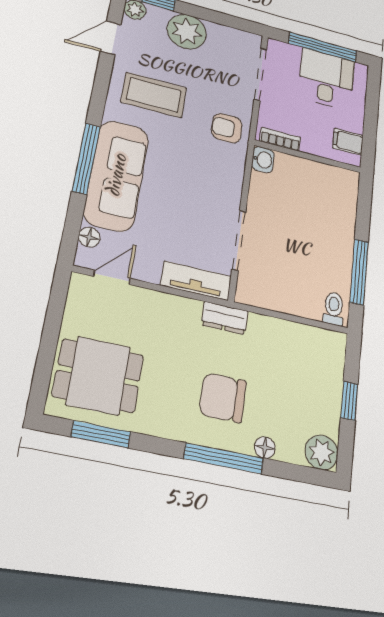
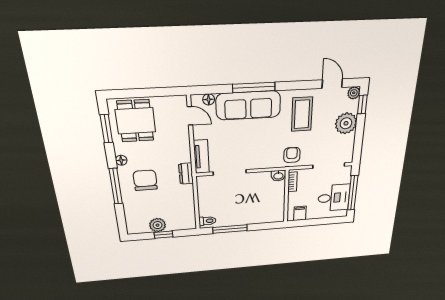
floor lamp: (265, 448) -> (121, 160), moved
plant: (322, 452) -> (158, 225), moved

